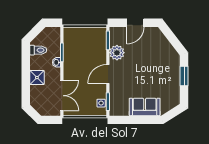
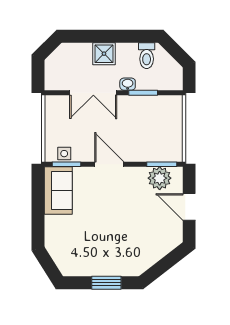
plant: (117, 53) -> (160, 178), moved
double door: (62, 96) -> (93, 93), moved
sofa: (145, 107) -> (58, 190), moved

